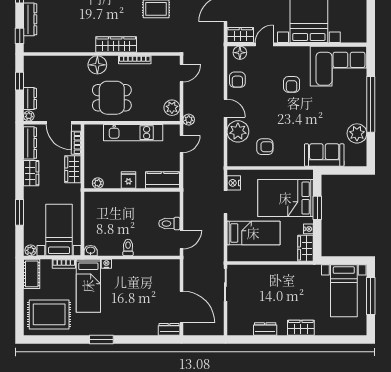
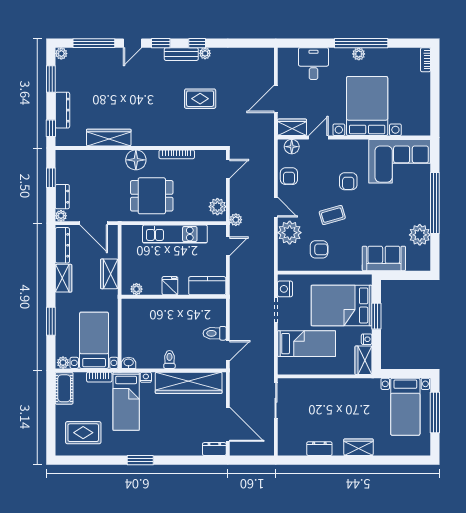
wardrobe: (116, 44) -> (109, 138), moved
coffee table: (277, 115) -> (332, 215), added
bookcase: (76, 143) -> (113, 245), removed
wardrobe: (146, 269) -> (189, 383), added
rug: (49, 314) -> (83, 433), width x0.73, depth x0.70

